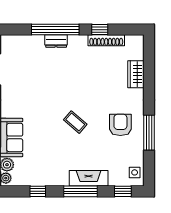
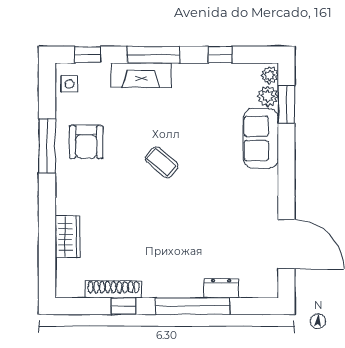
dresser: (56, 41) -> (221, 288), moved
armchair: (120, 125) -> (86, 142), moved

